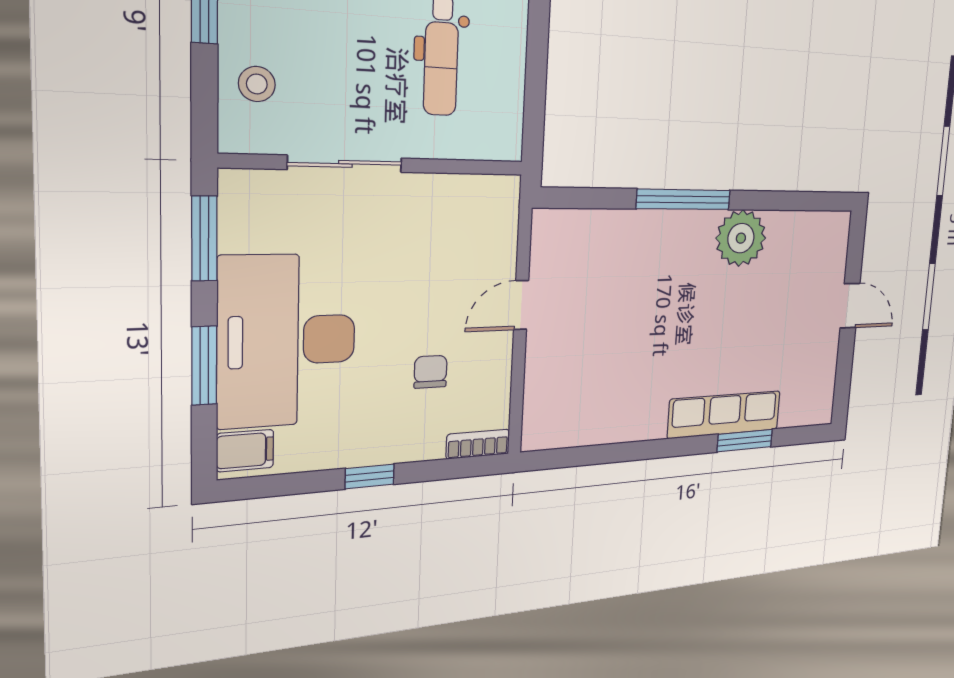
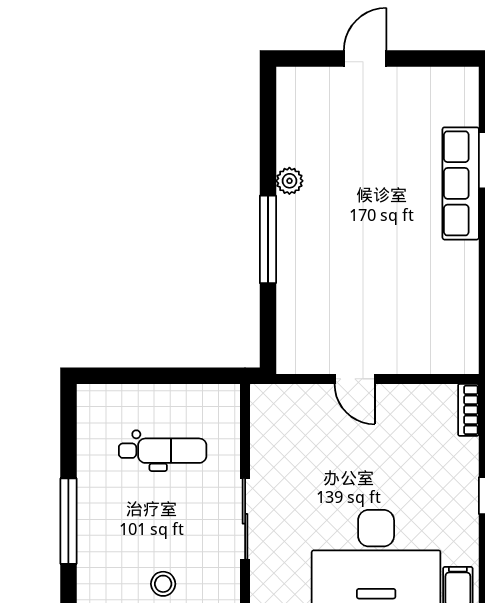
stool: (257, 84) -> (163, 584), moved
plant: (741, 238) -> (289, 181), width x0.53, depth x0.53
chair: (431, 372) -> (406, 451), removed

